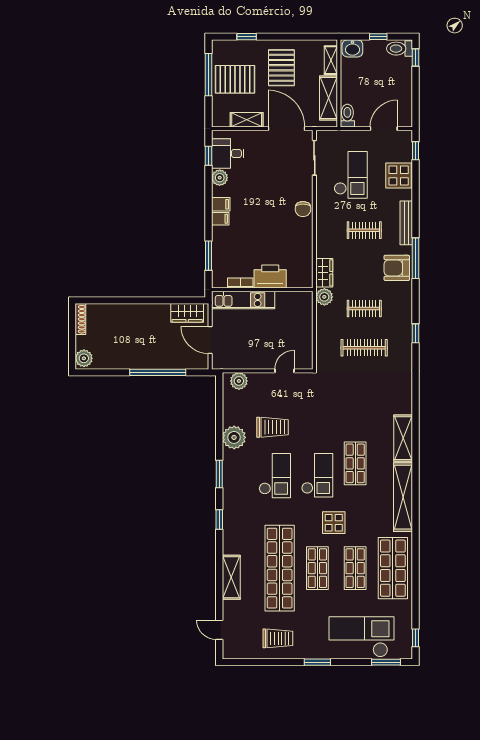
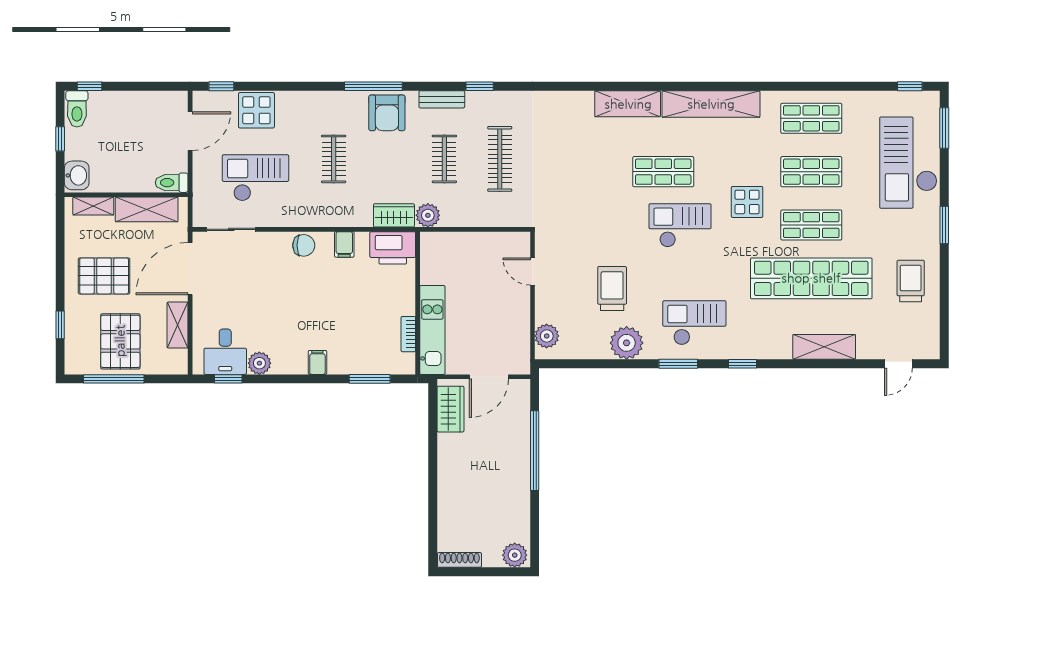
door: (384, 129) -> (190, 131), swing flipped
filing cabinet: (221, 204) -> (344, 244), moved, turned 180
bench: (406, 223) -> (442, 99), moved, width x0.73
printer: (270, 277) -> (393, 248), moved, turned -90
checkout: (275, 476) -> (694, 323), moved
shop shelf: (393, 568) -> (811, 118), width x0.70, depth x0.74

